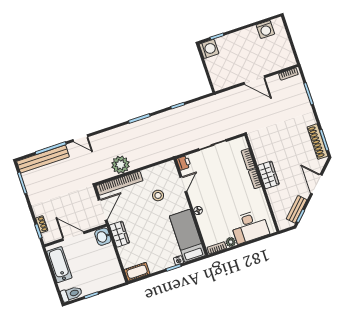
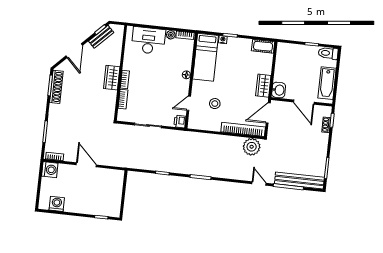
washing machine: (209, 49) -> (50, 170), moved, turned 180
plant: (120, 165) -> (252, 147), moved

